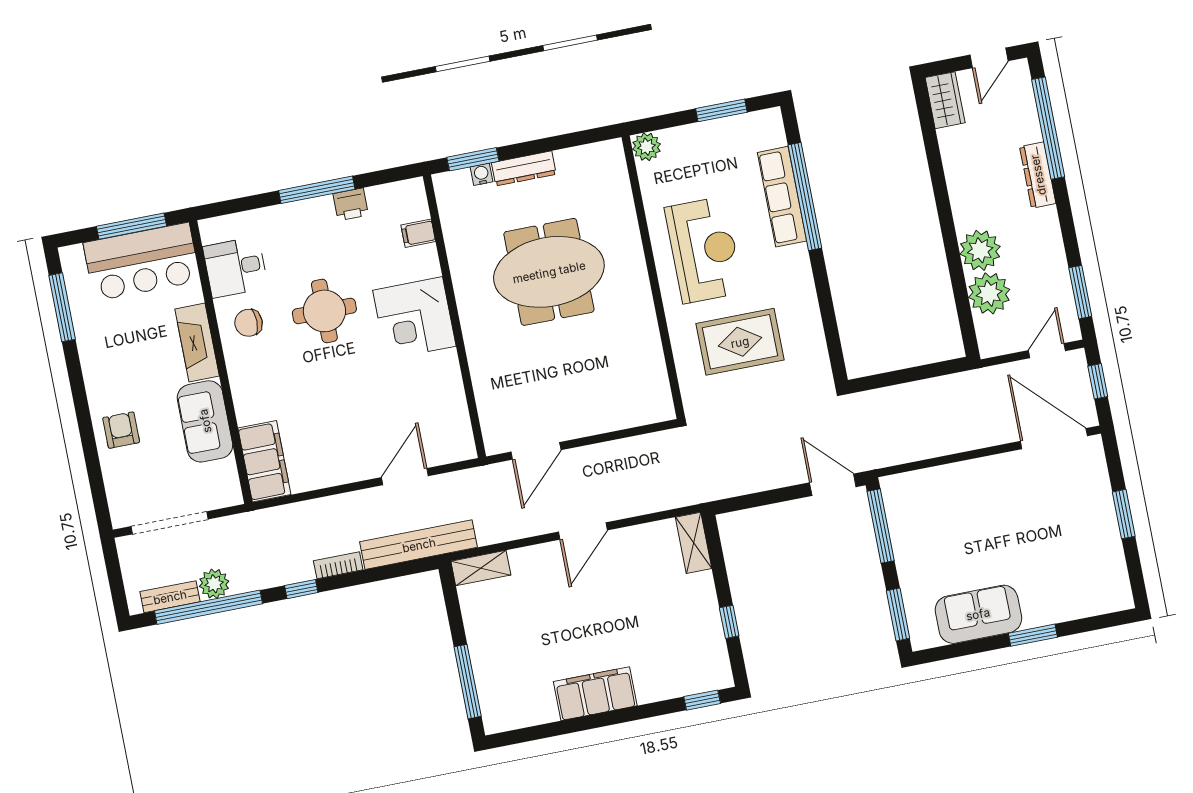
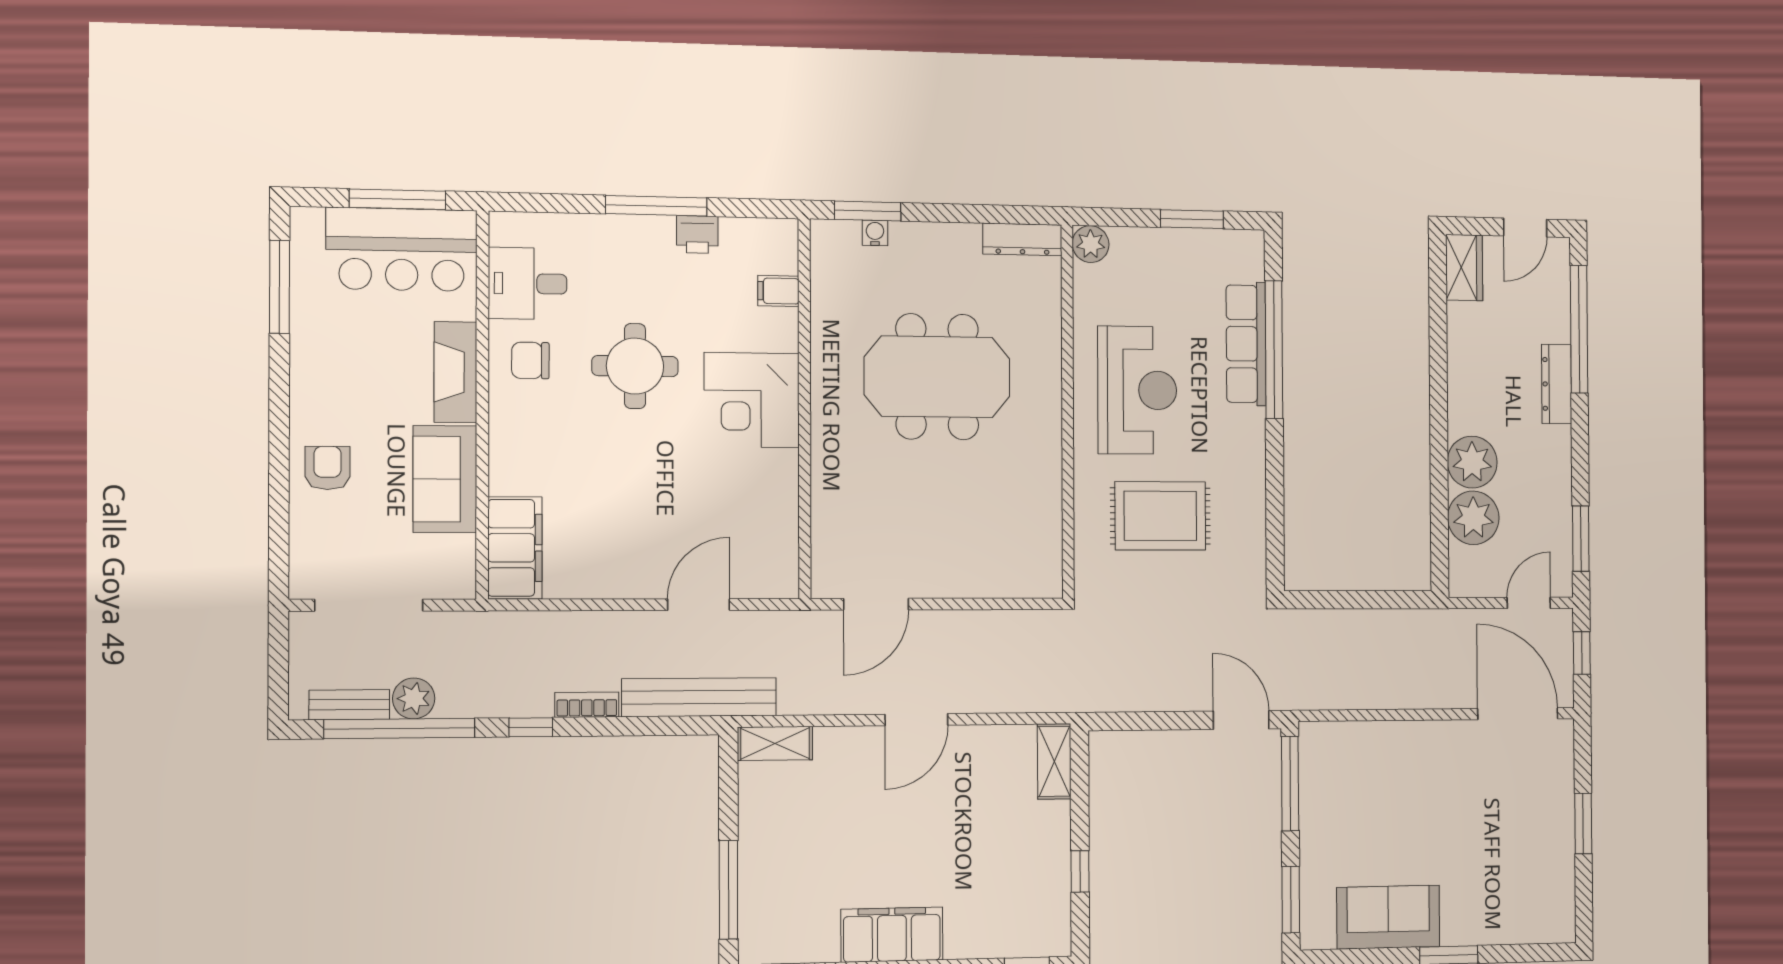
dresser: (524, 168) -> (1022, 239), moved

